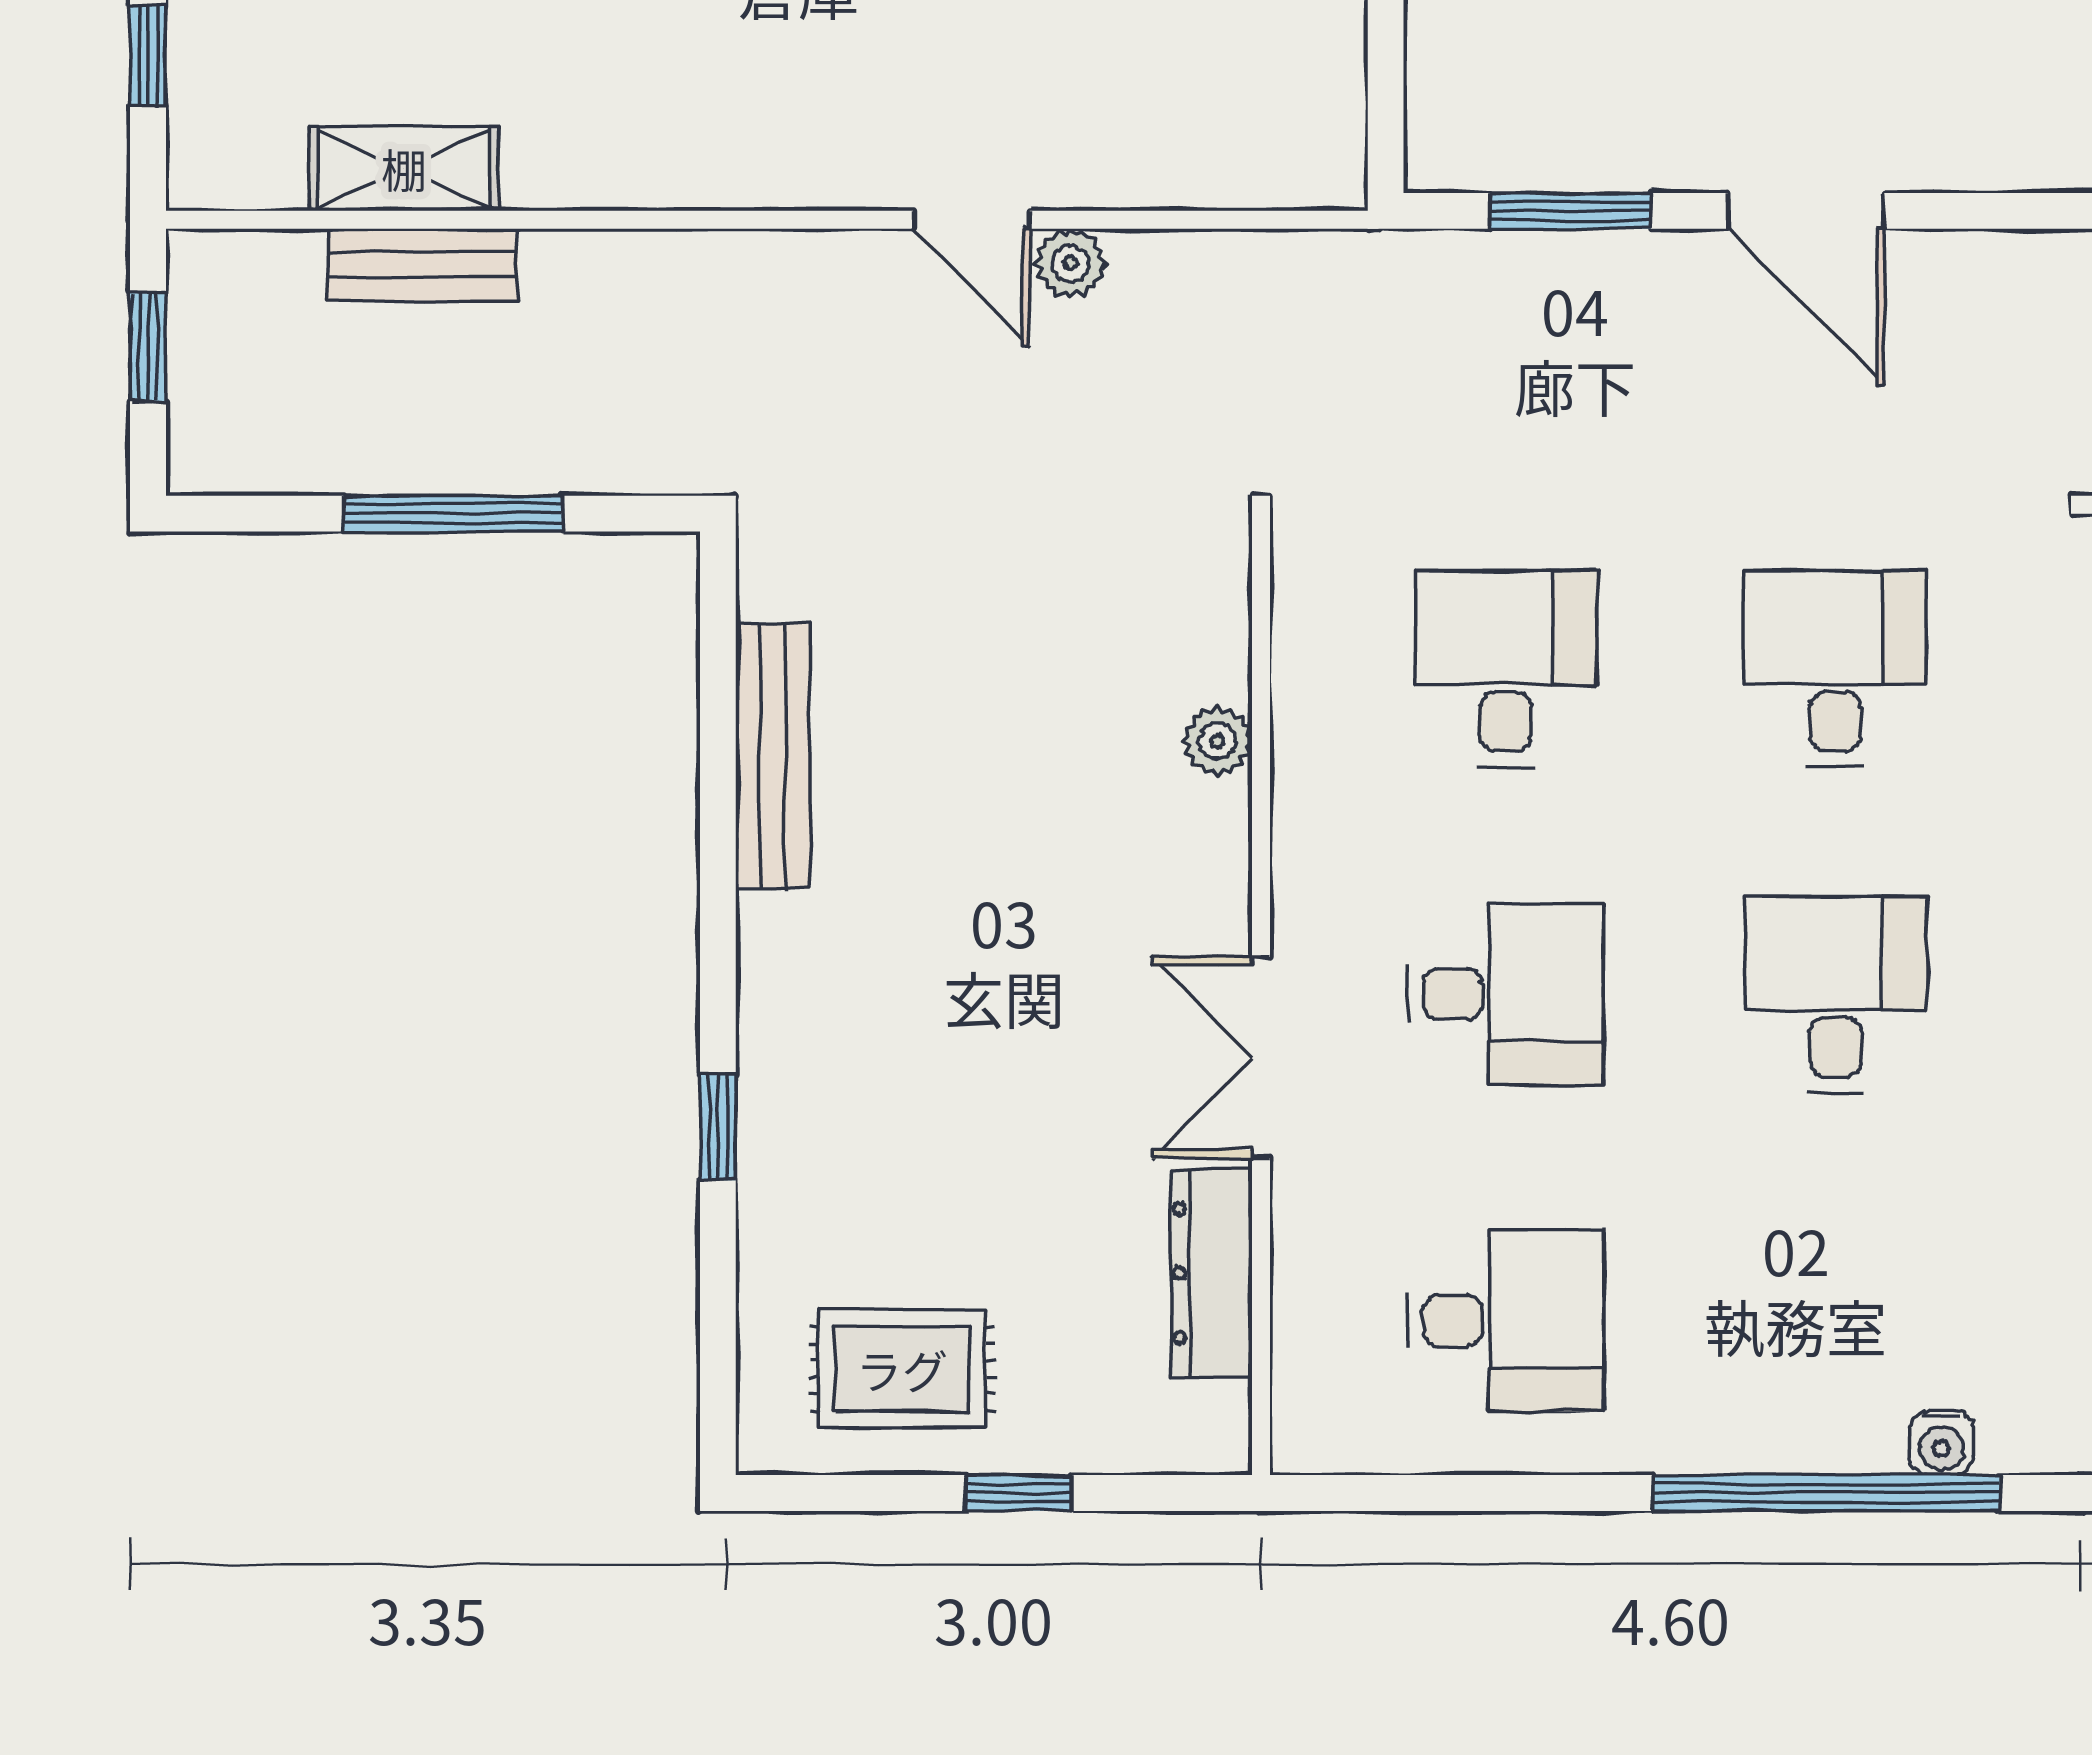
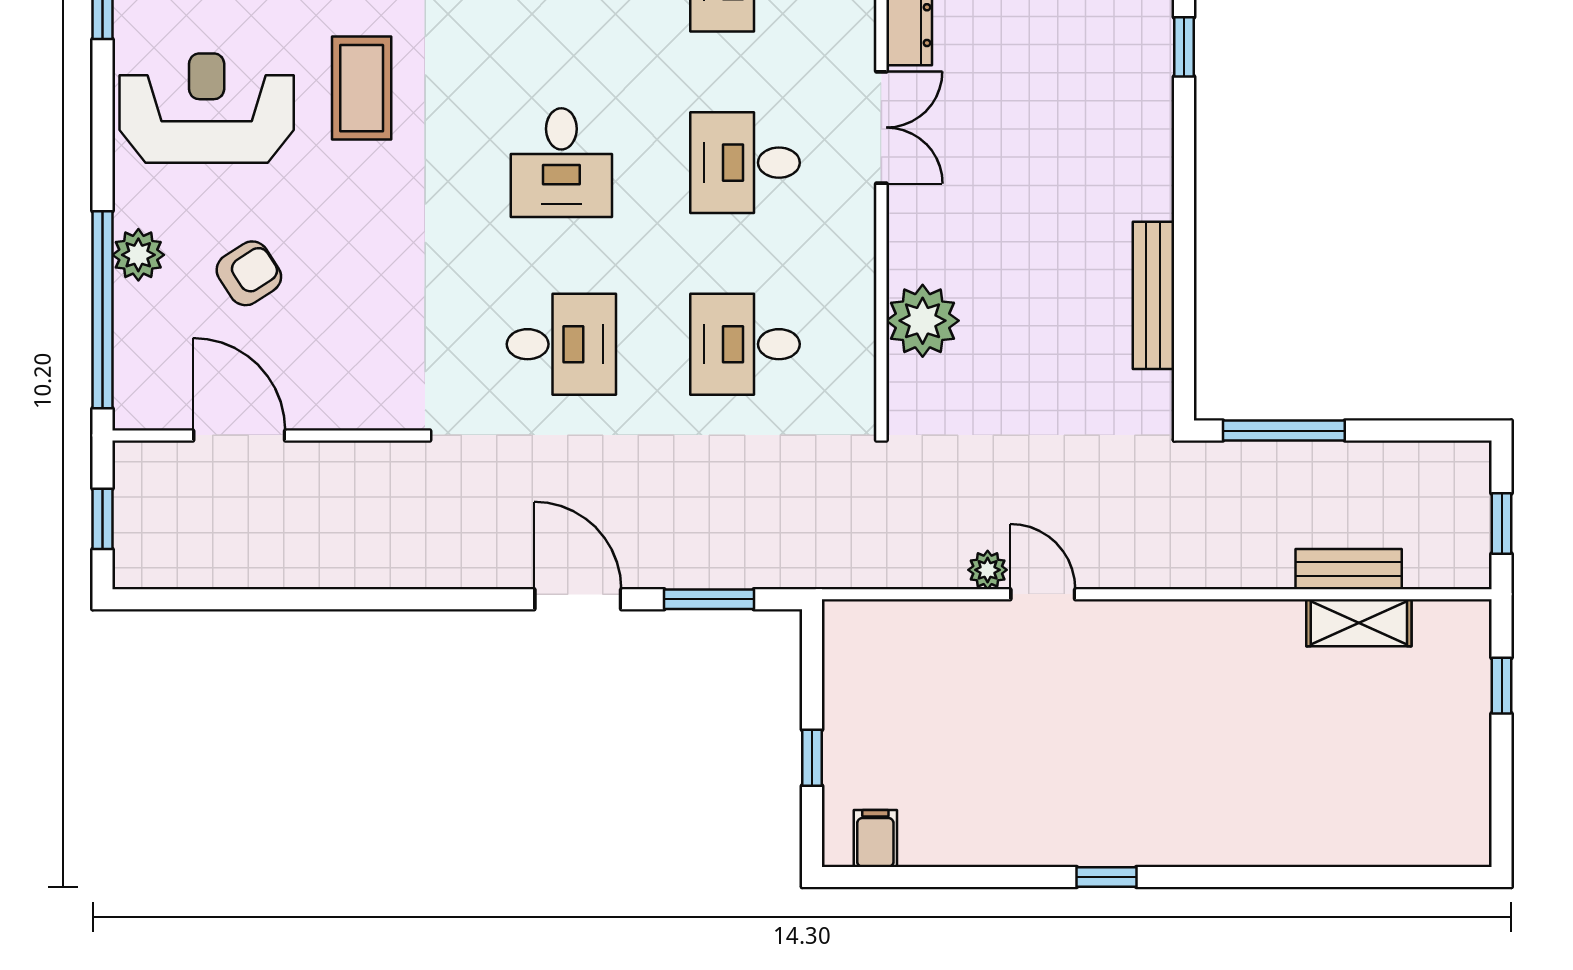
window: (453, 514) -> (1284, 431), moved
desk: (1506, 668) -> (745, 344), turned 90
desk: (1835, 668) -> (561, 344), turned -90
plant: (1217, 741) -> (923, 321), width x1.88, depth x1.88
window: (718, 1127) -> (1184, 47), moved

